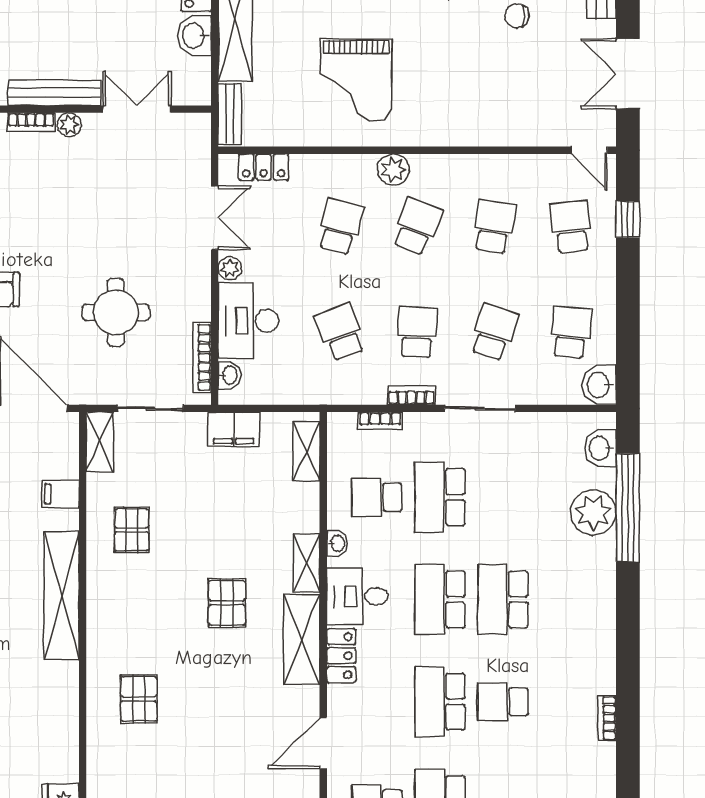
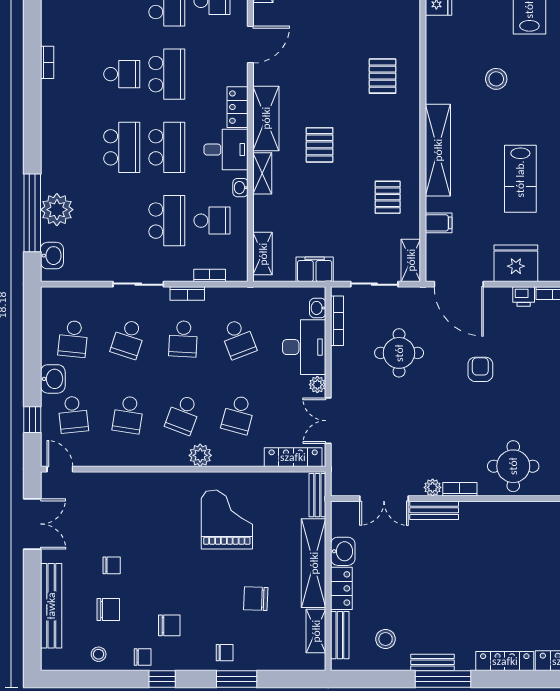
bench: (55, 93) -> (434, 510), width x0.73
locker: (264, 167) -> (293, 457), width x1.53
washbasin: (599, 385) -> (53, 379), moved

